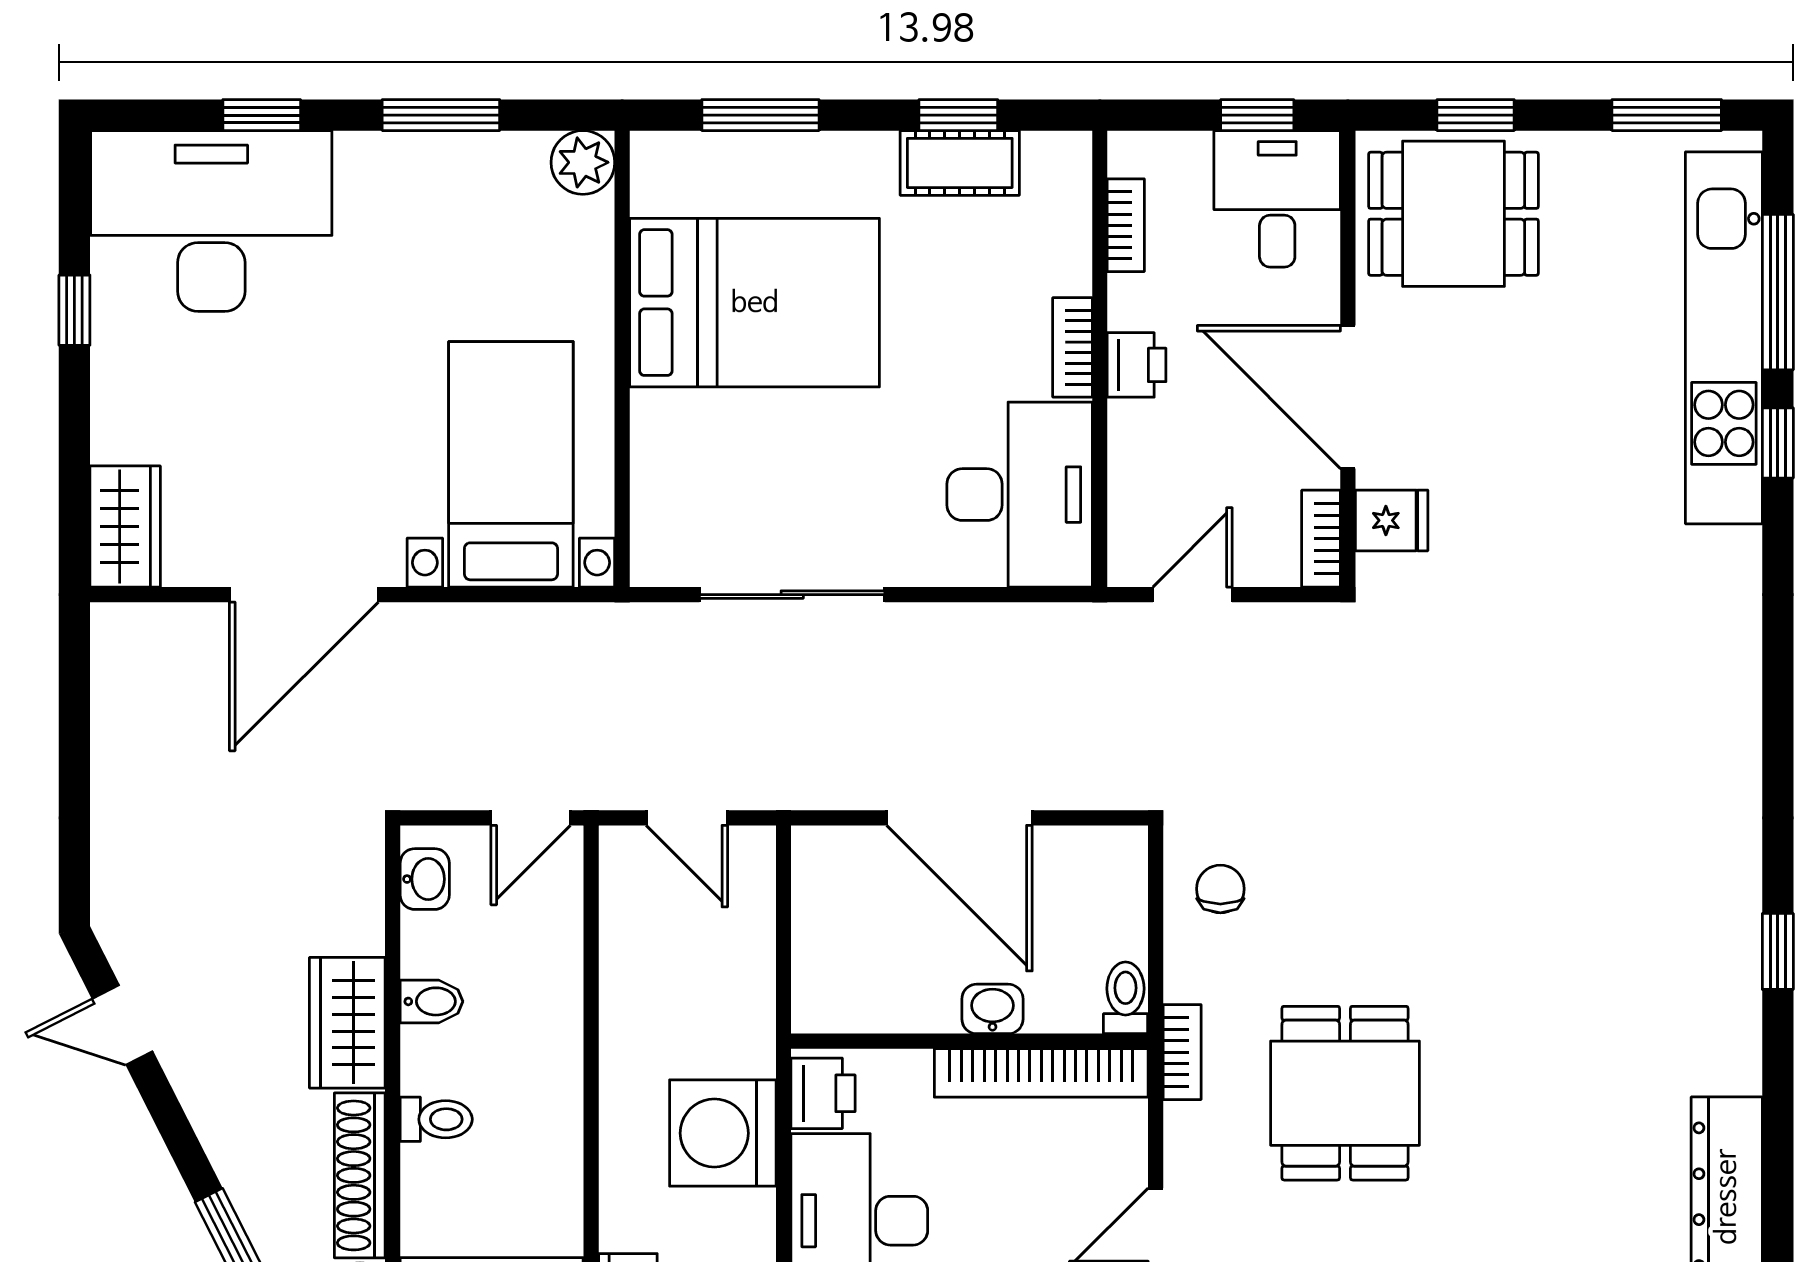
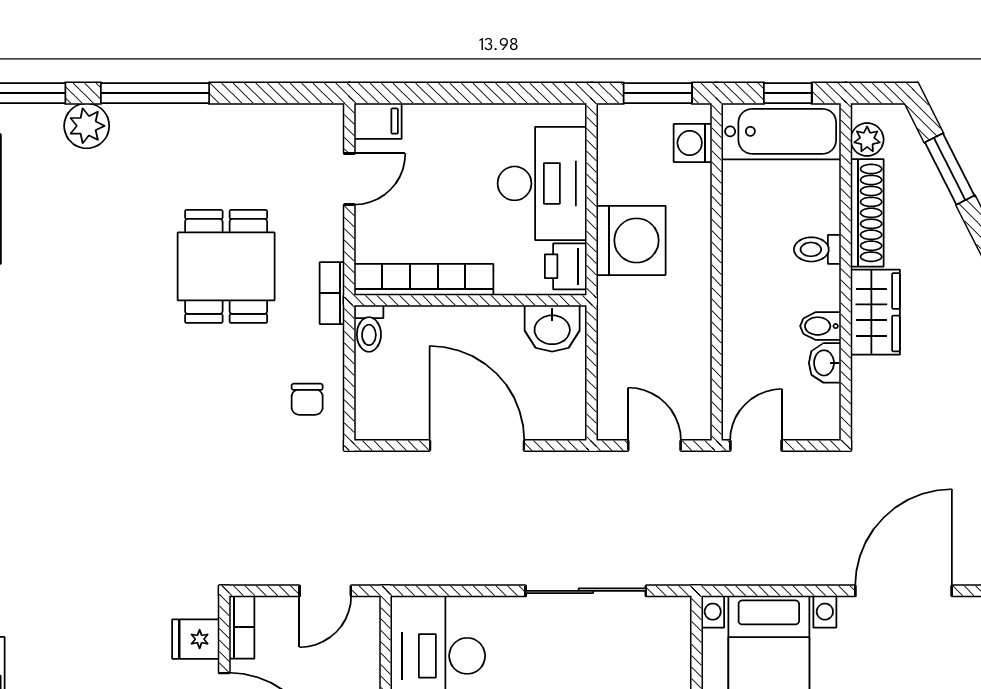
washbasin: (425, 879) -> (825, 363), moved
washbasin: (992, 1009) -> (552, 328), moved, width x1.38, depth x1.45

